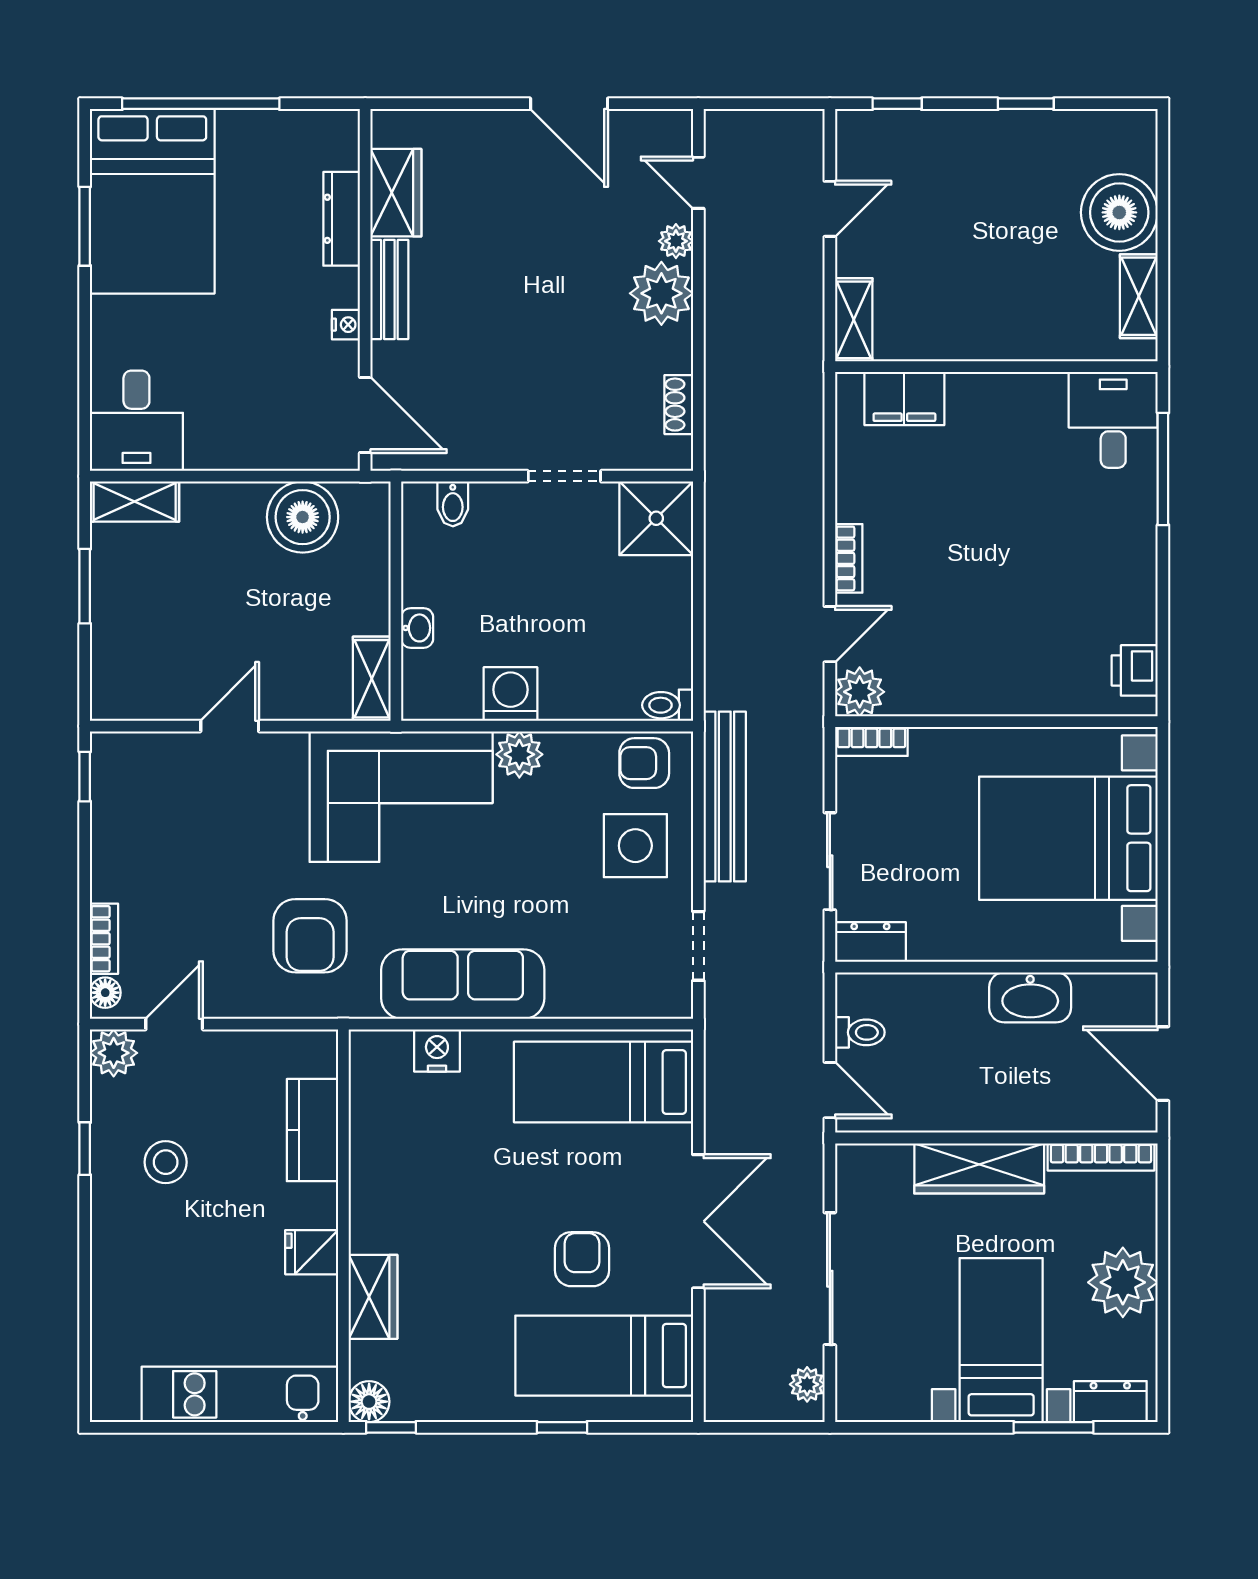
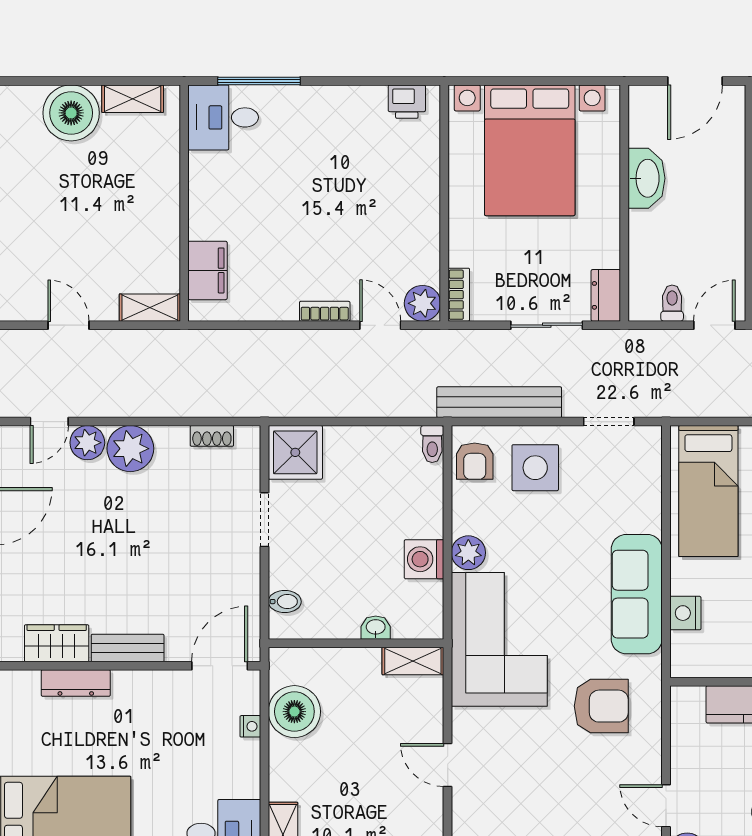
plant: (676, 241) -> (87, 443), width x1.38, depth x1.38
nightstand: (346, 325) -> (250, 726), moved, turned 90

